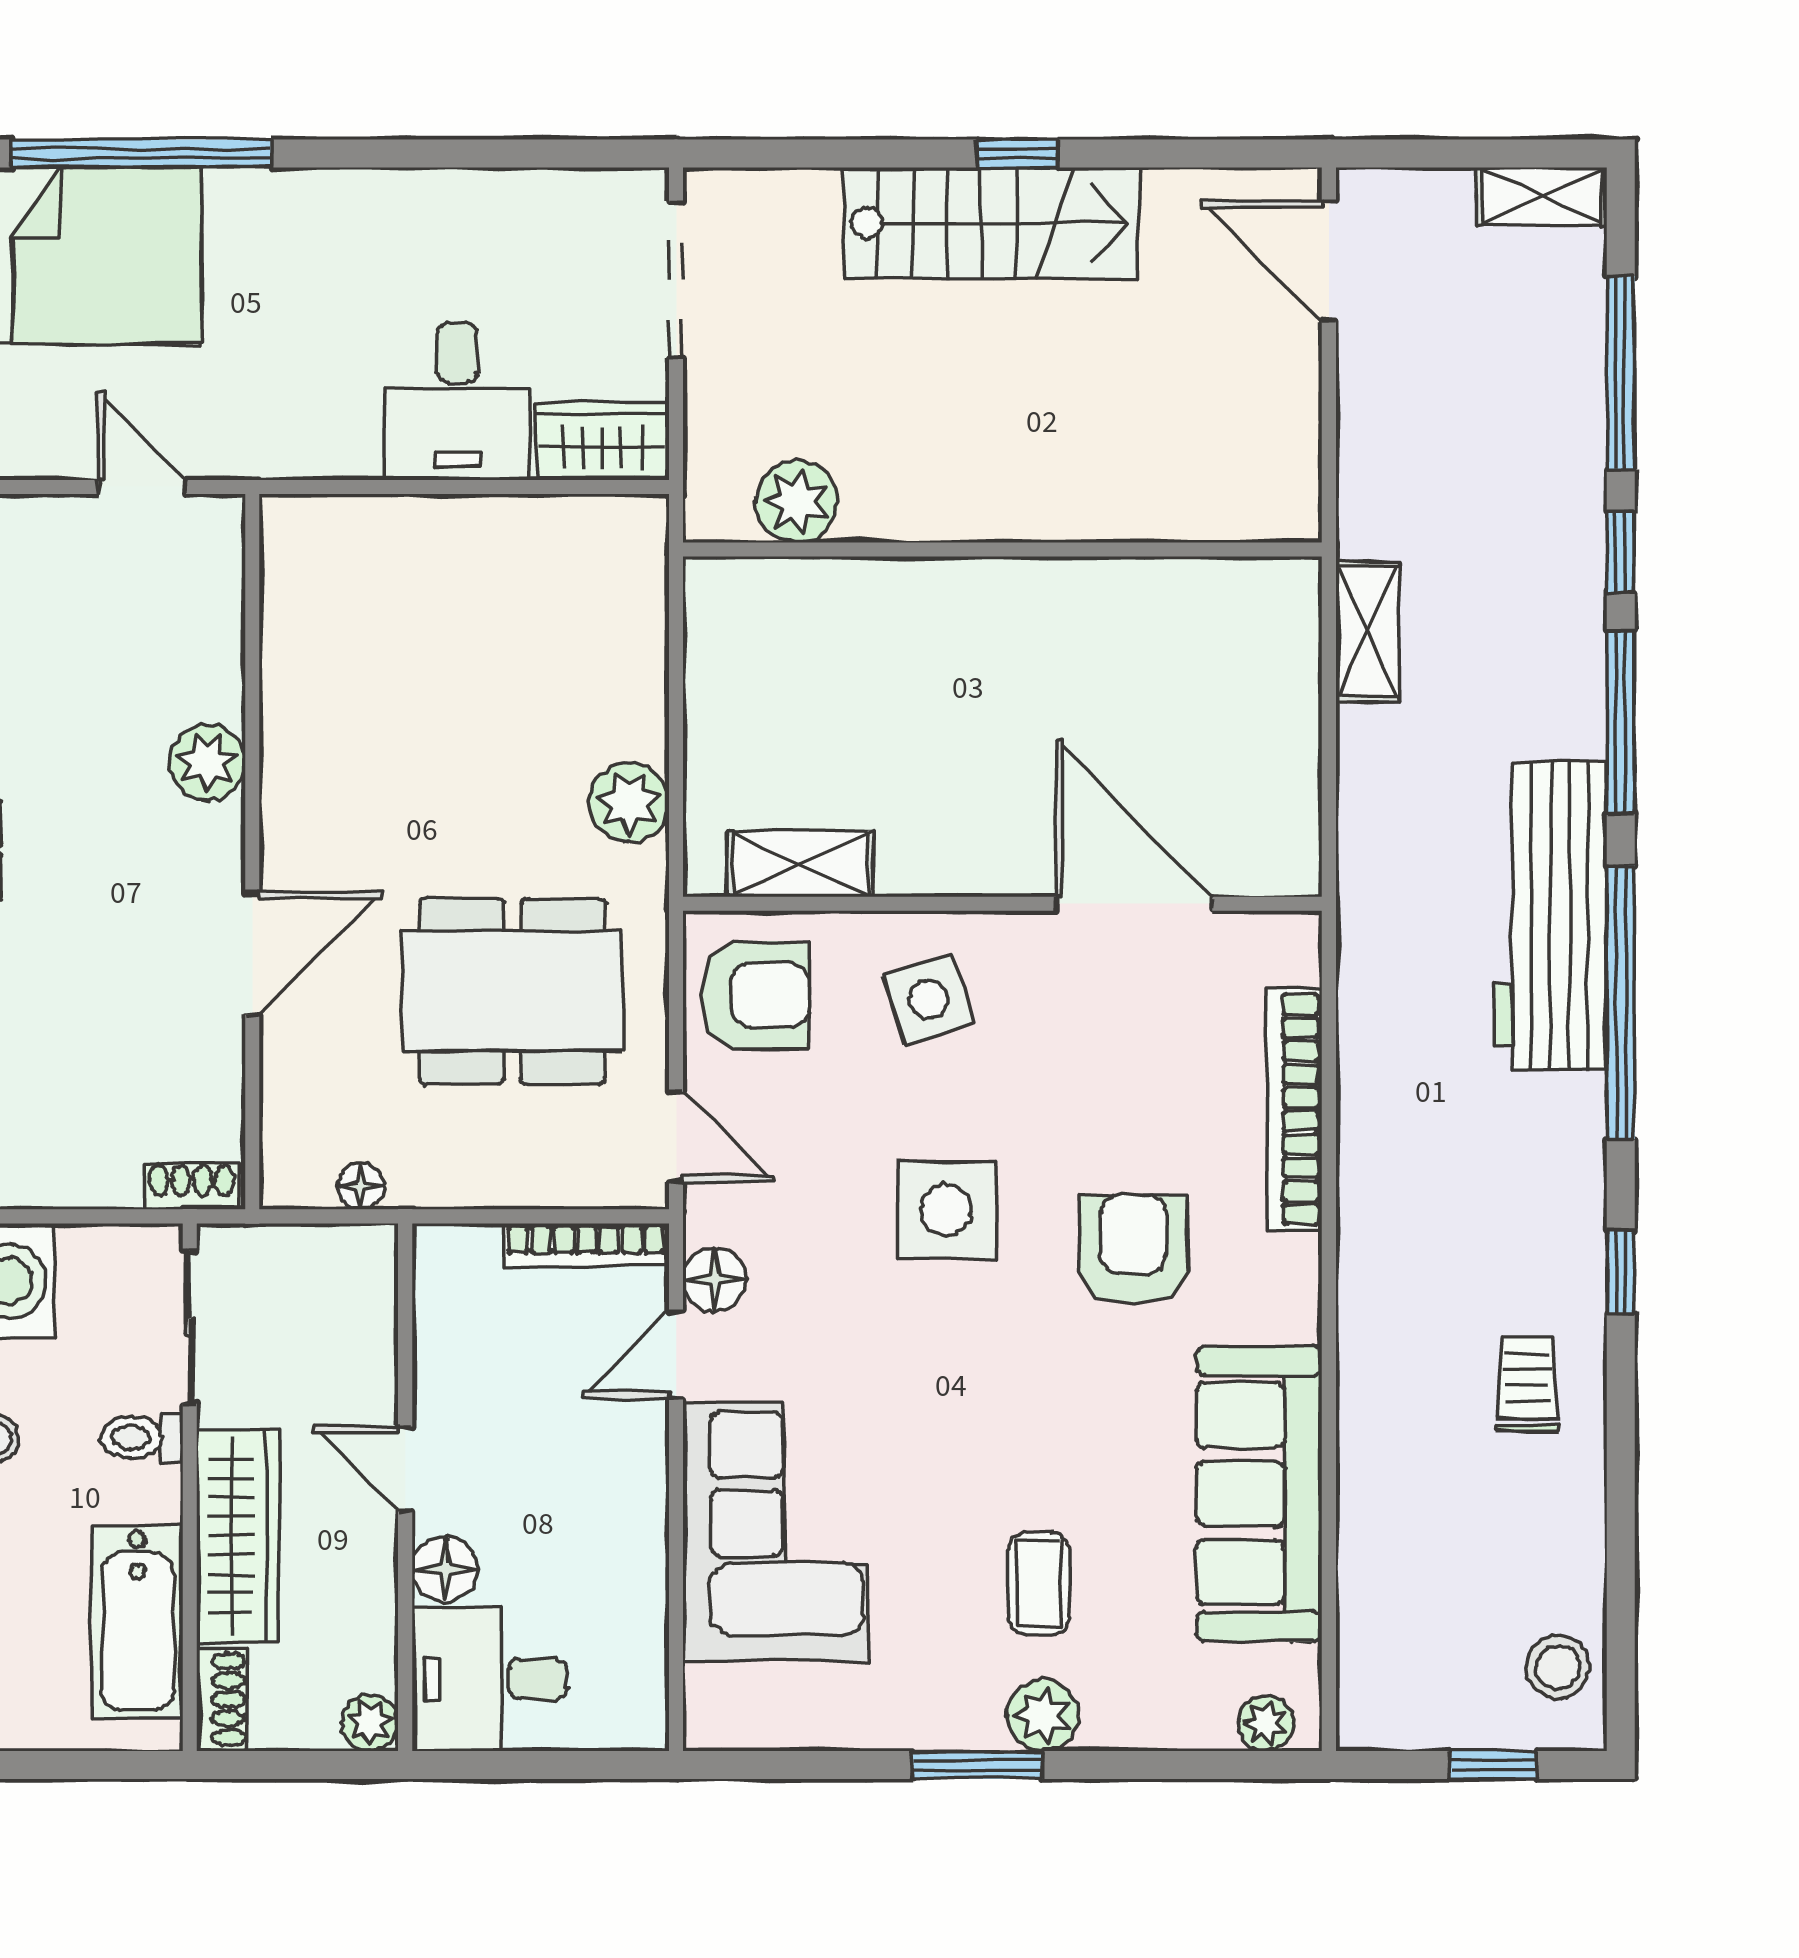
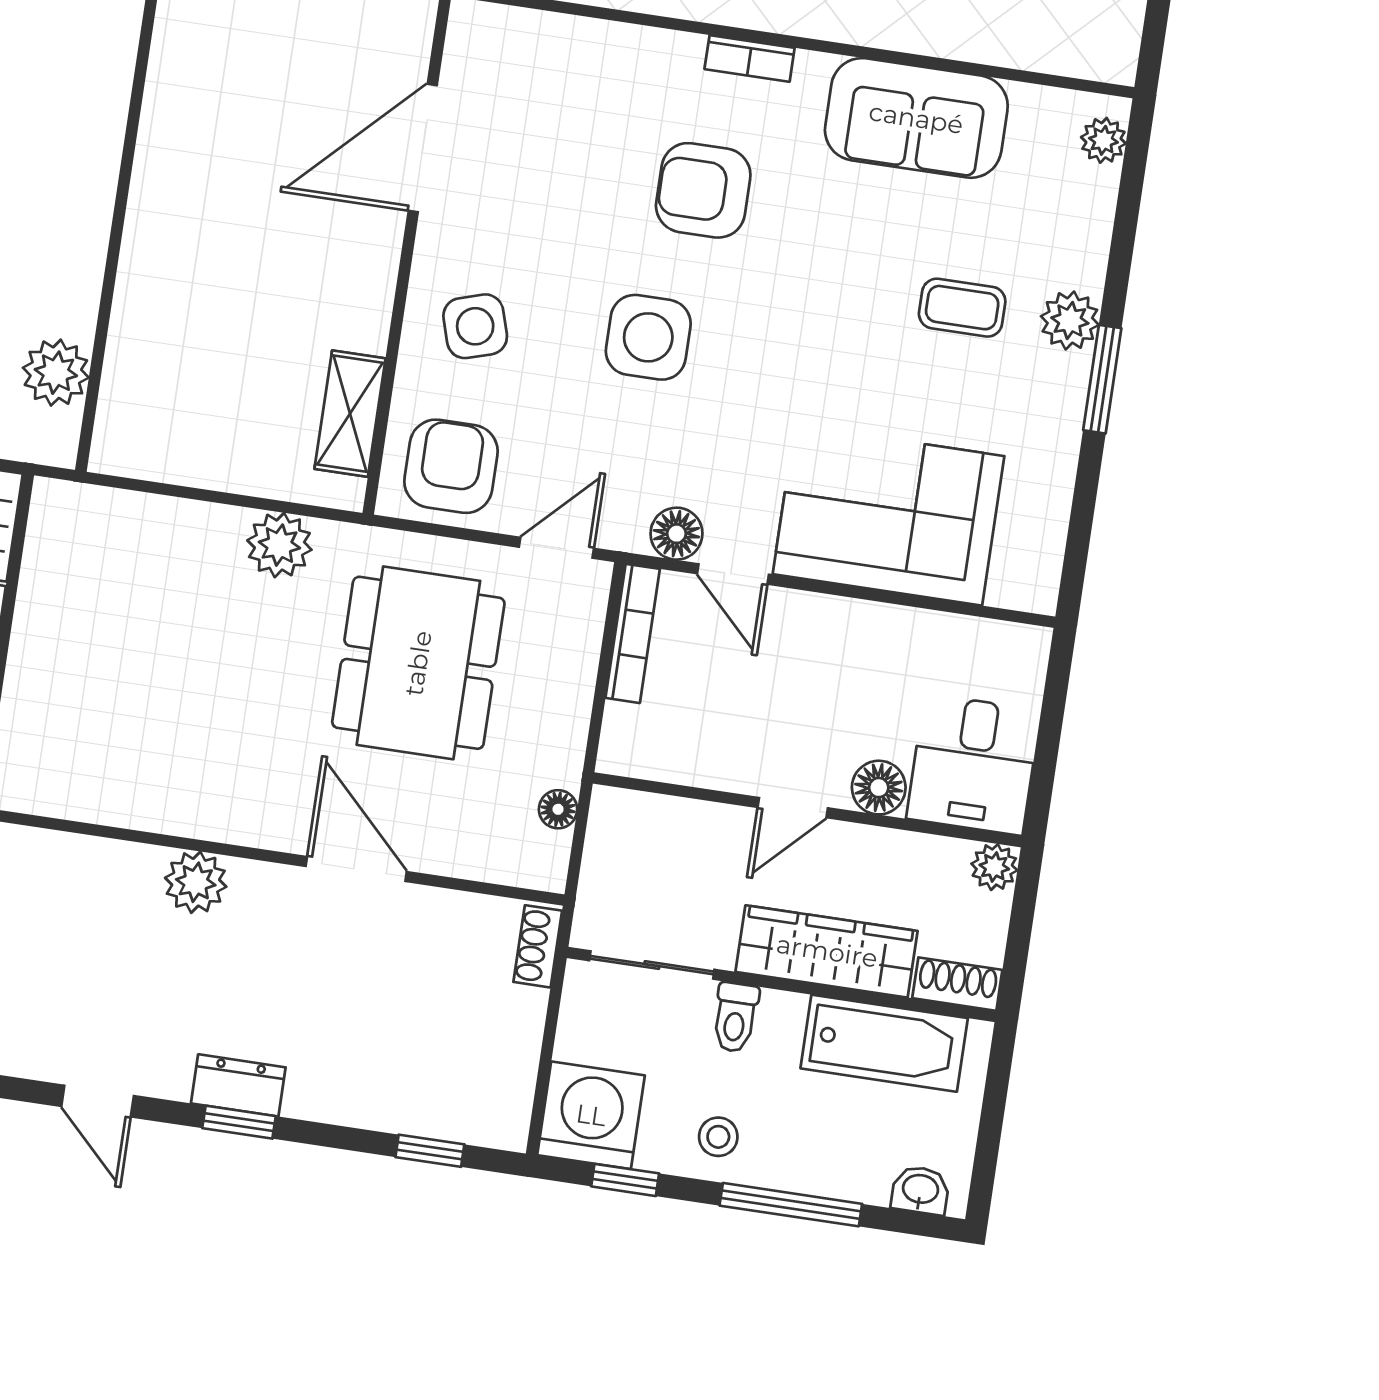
bookcase: (1294, 1109) -> (750, 58), moved, width x0.43, depth x0.76
sofa: (1259, 1494) -> (916, 118), width x0.73

